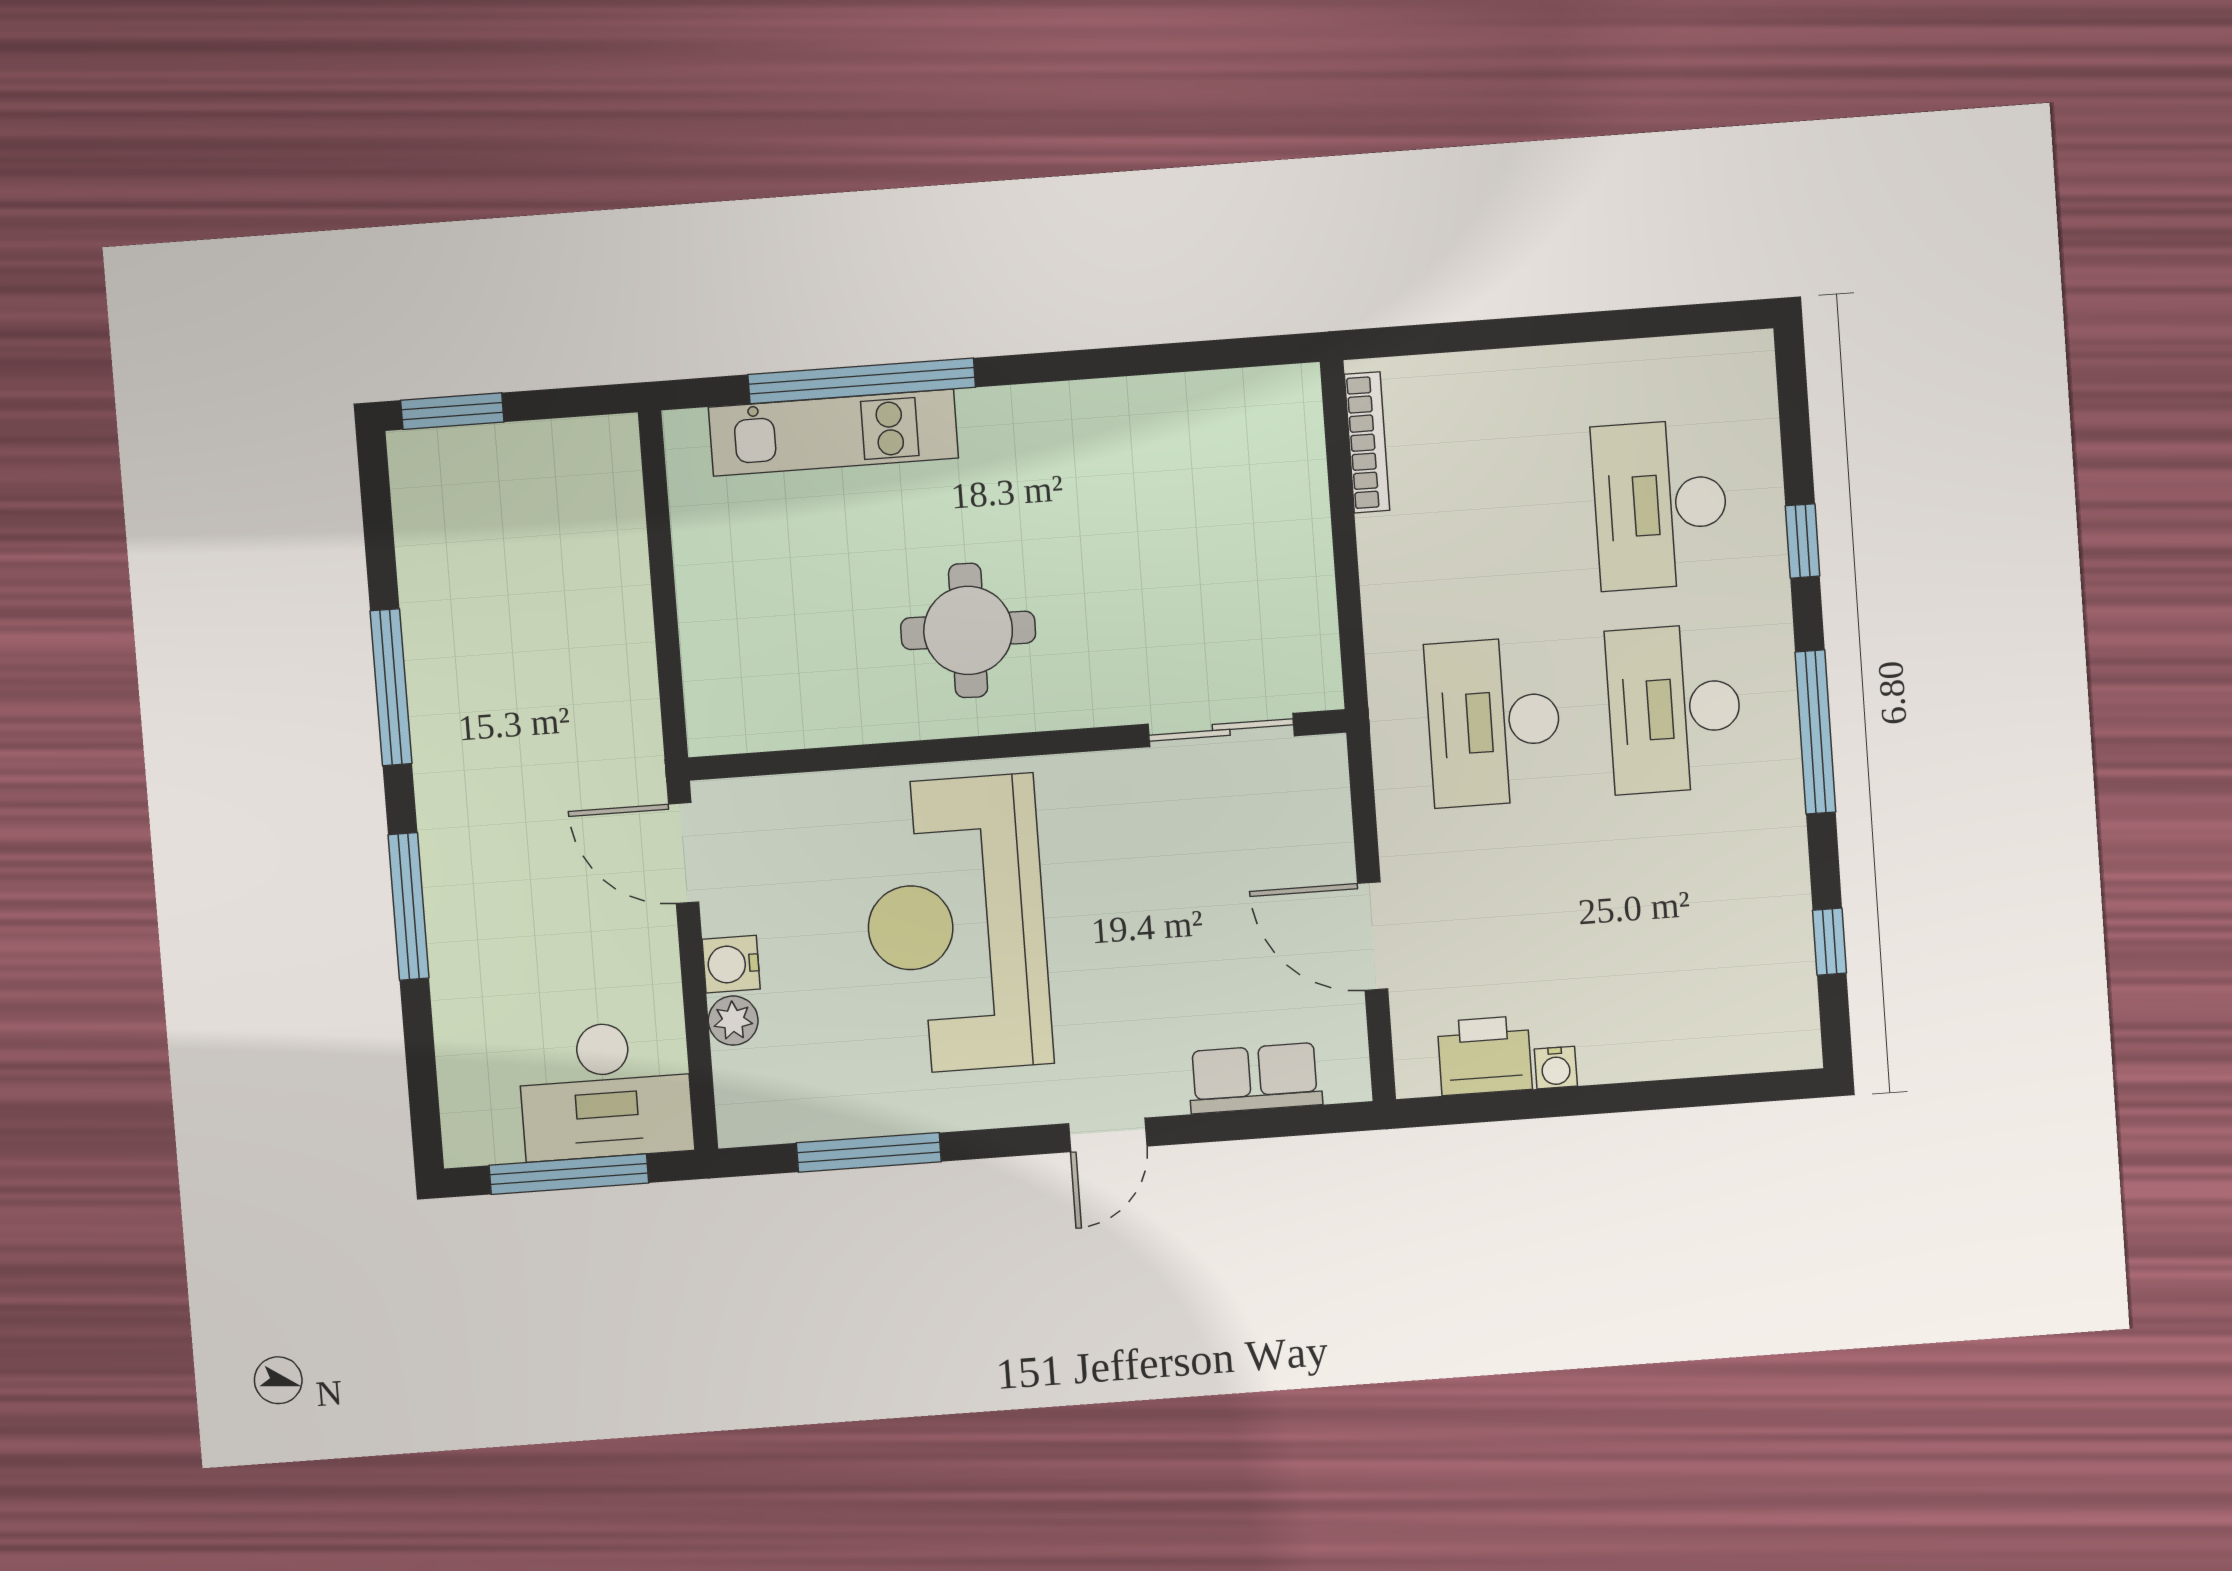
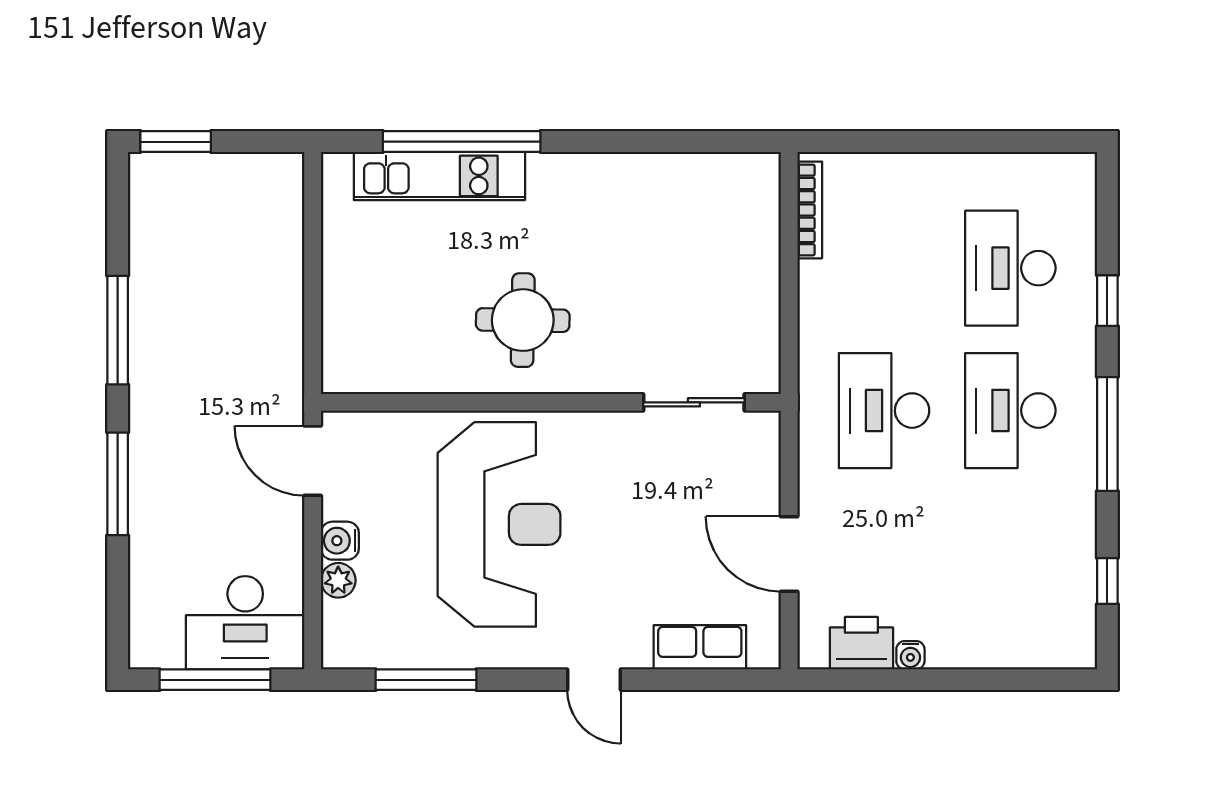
reception desk: (956, 924) -> (499, 524), turned 180
door: (1108, 1135) -> (594, 680), hinge flipped

